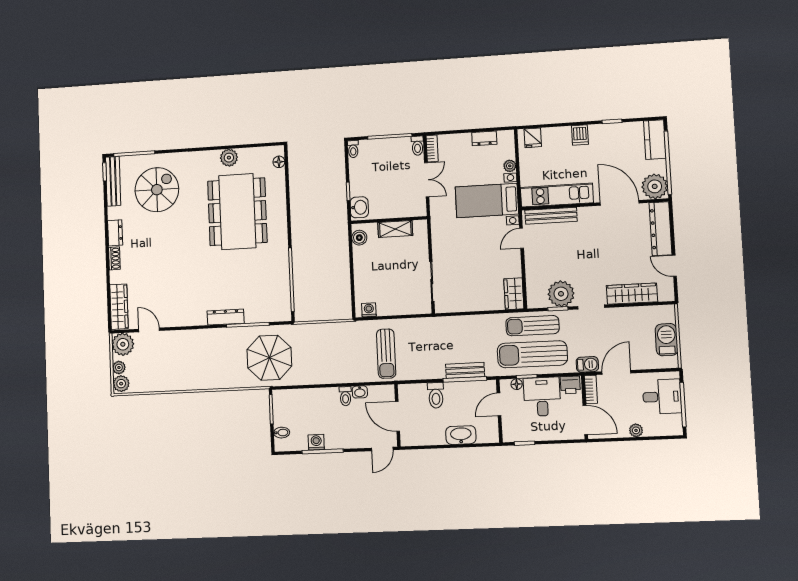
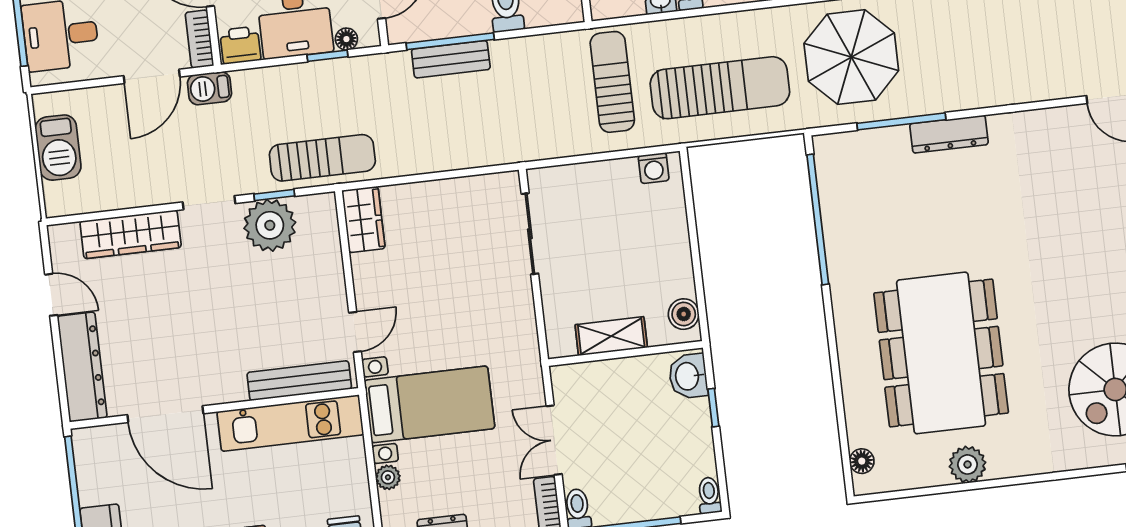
plant: (655, 186) -> (98, 451), removed
sun lounger: (532, 354) -> (720, 88), moved

